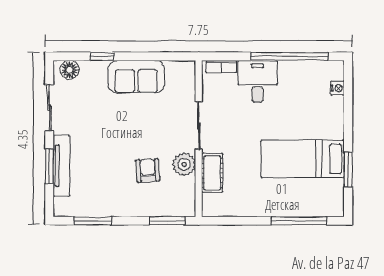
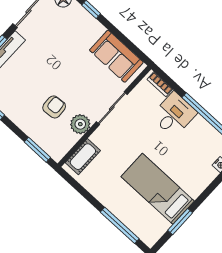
sofa: (136, 77) -> (116, 56), moved
cot: (212, 173) -> (83, 157), moved

